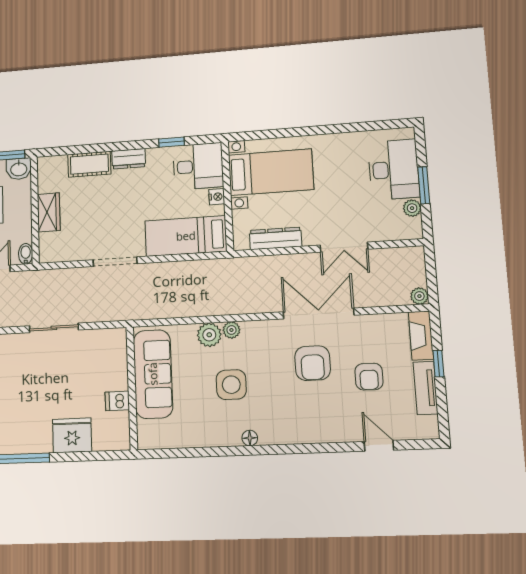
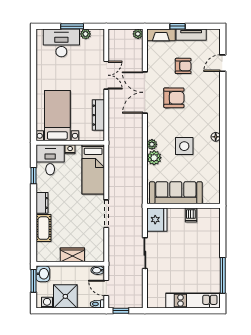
fridge: (72, 435) -> (157, 220), moved, turned 180

